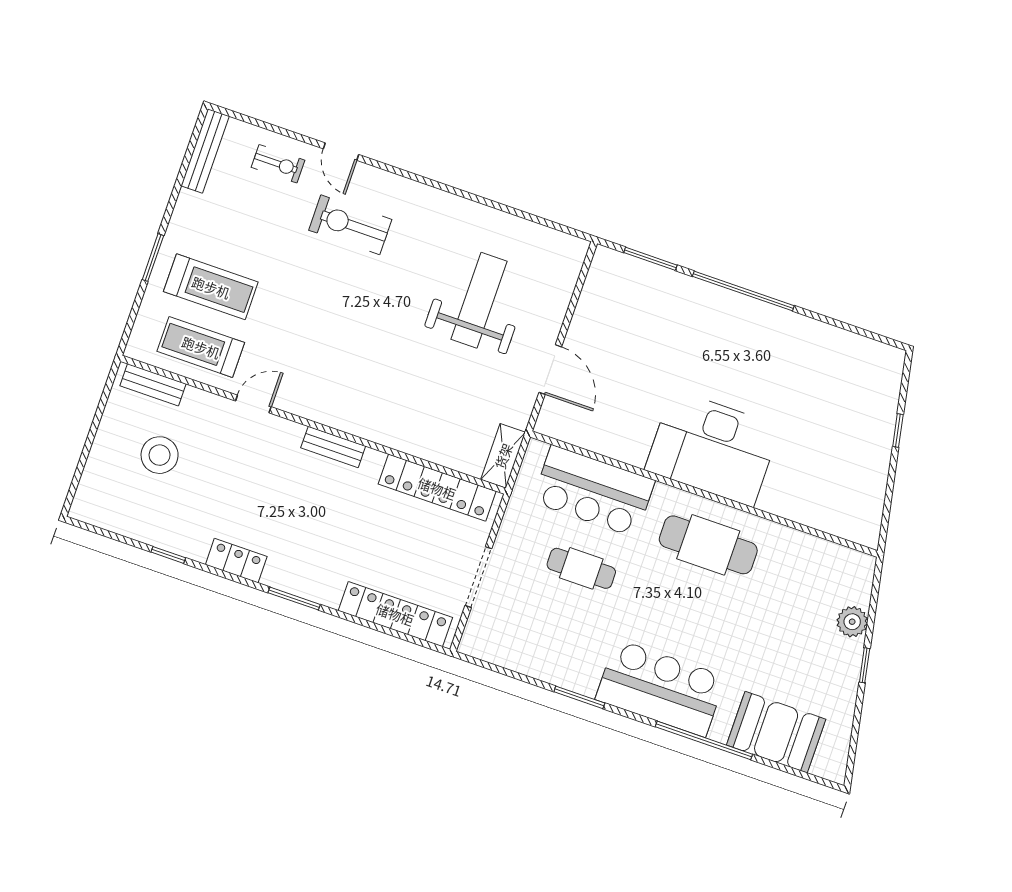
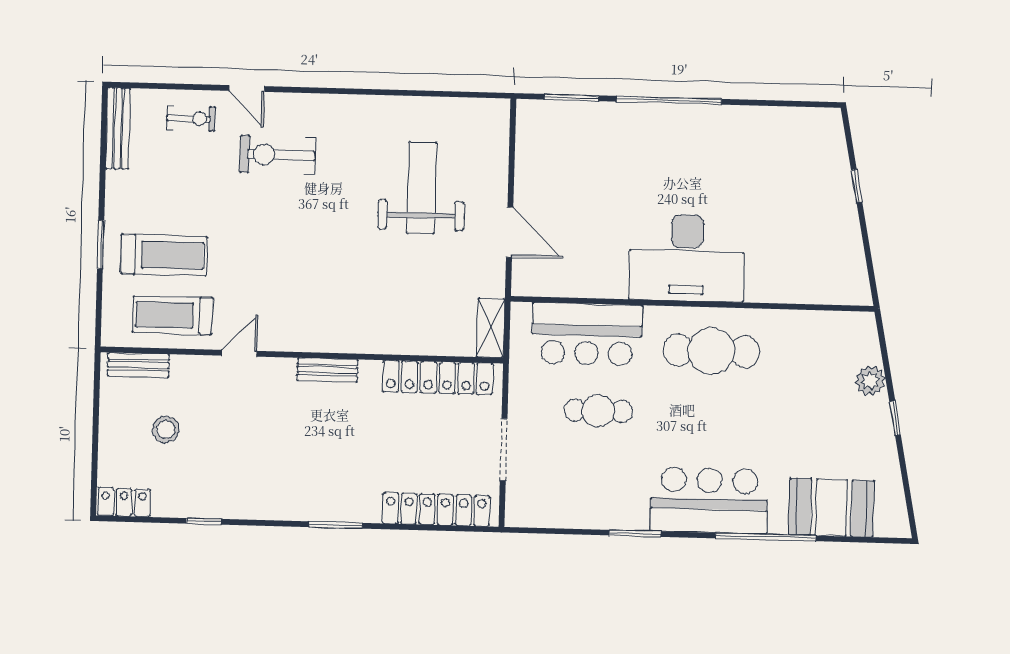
stool: (160, 455) -> (166, 429), width x0.73, depth x0.73
locker: (236, 561) -> (124, 502), moved

